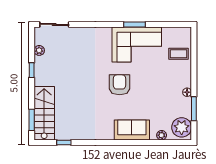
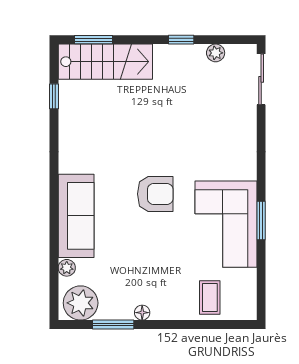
sofa: (132, 130) -> (76, 216), width x1.36

